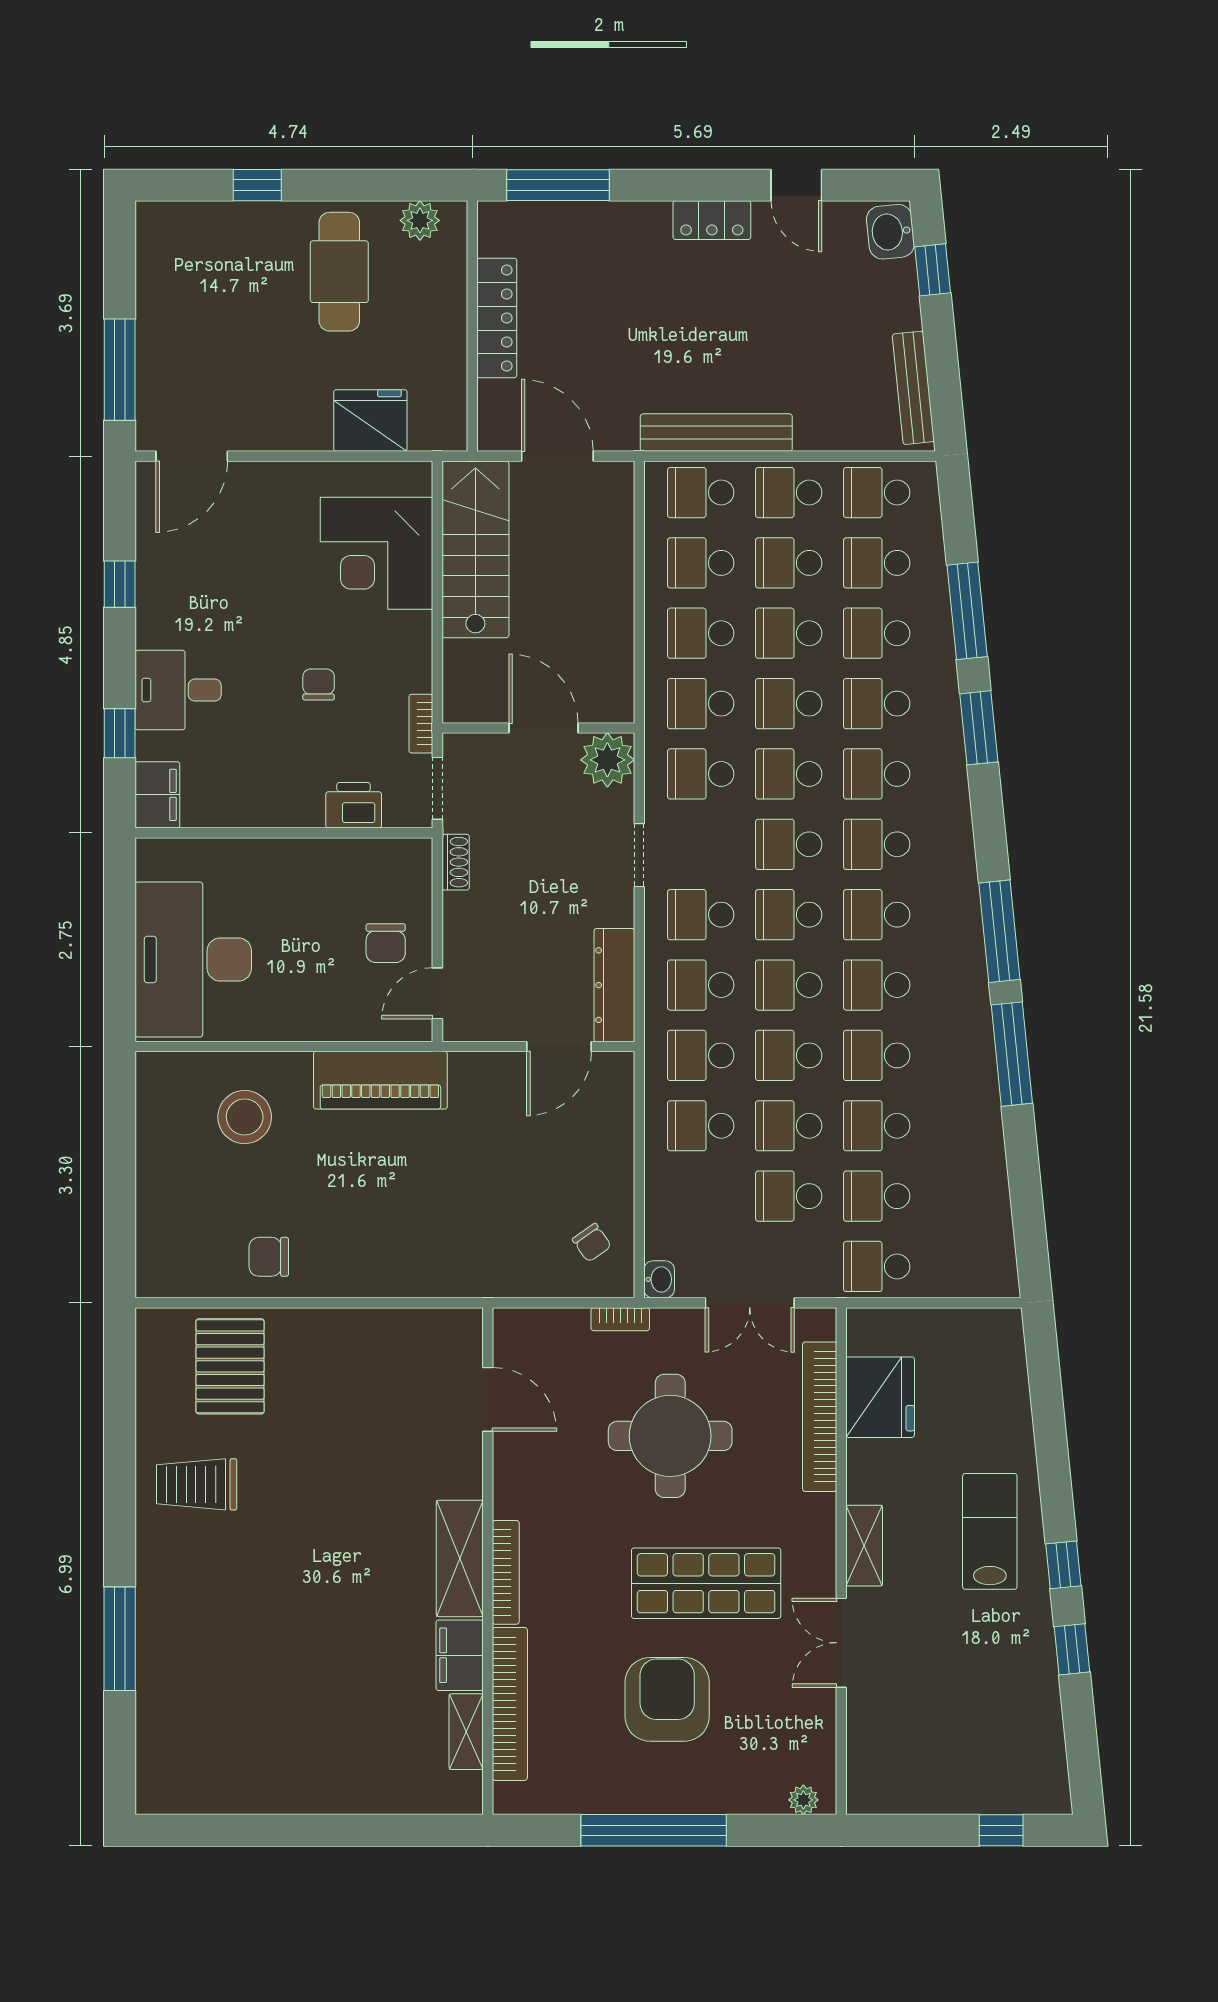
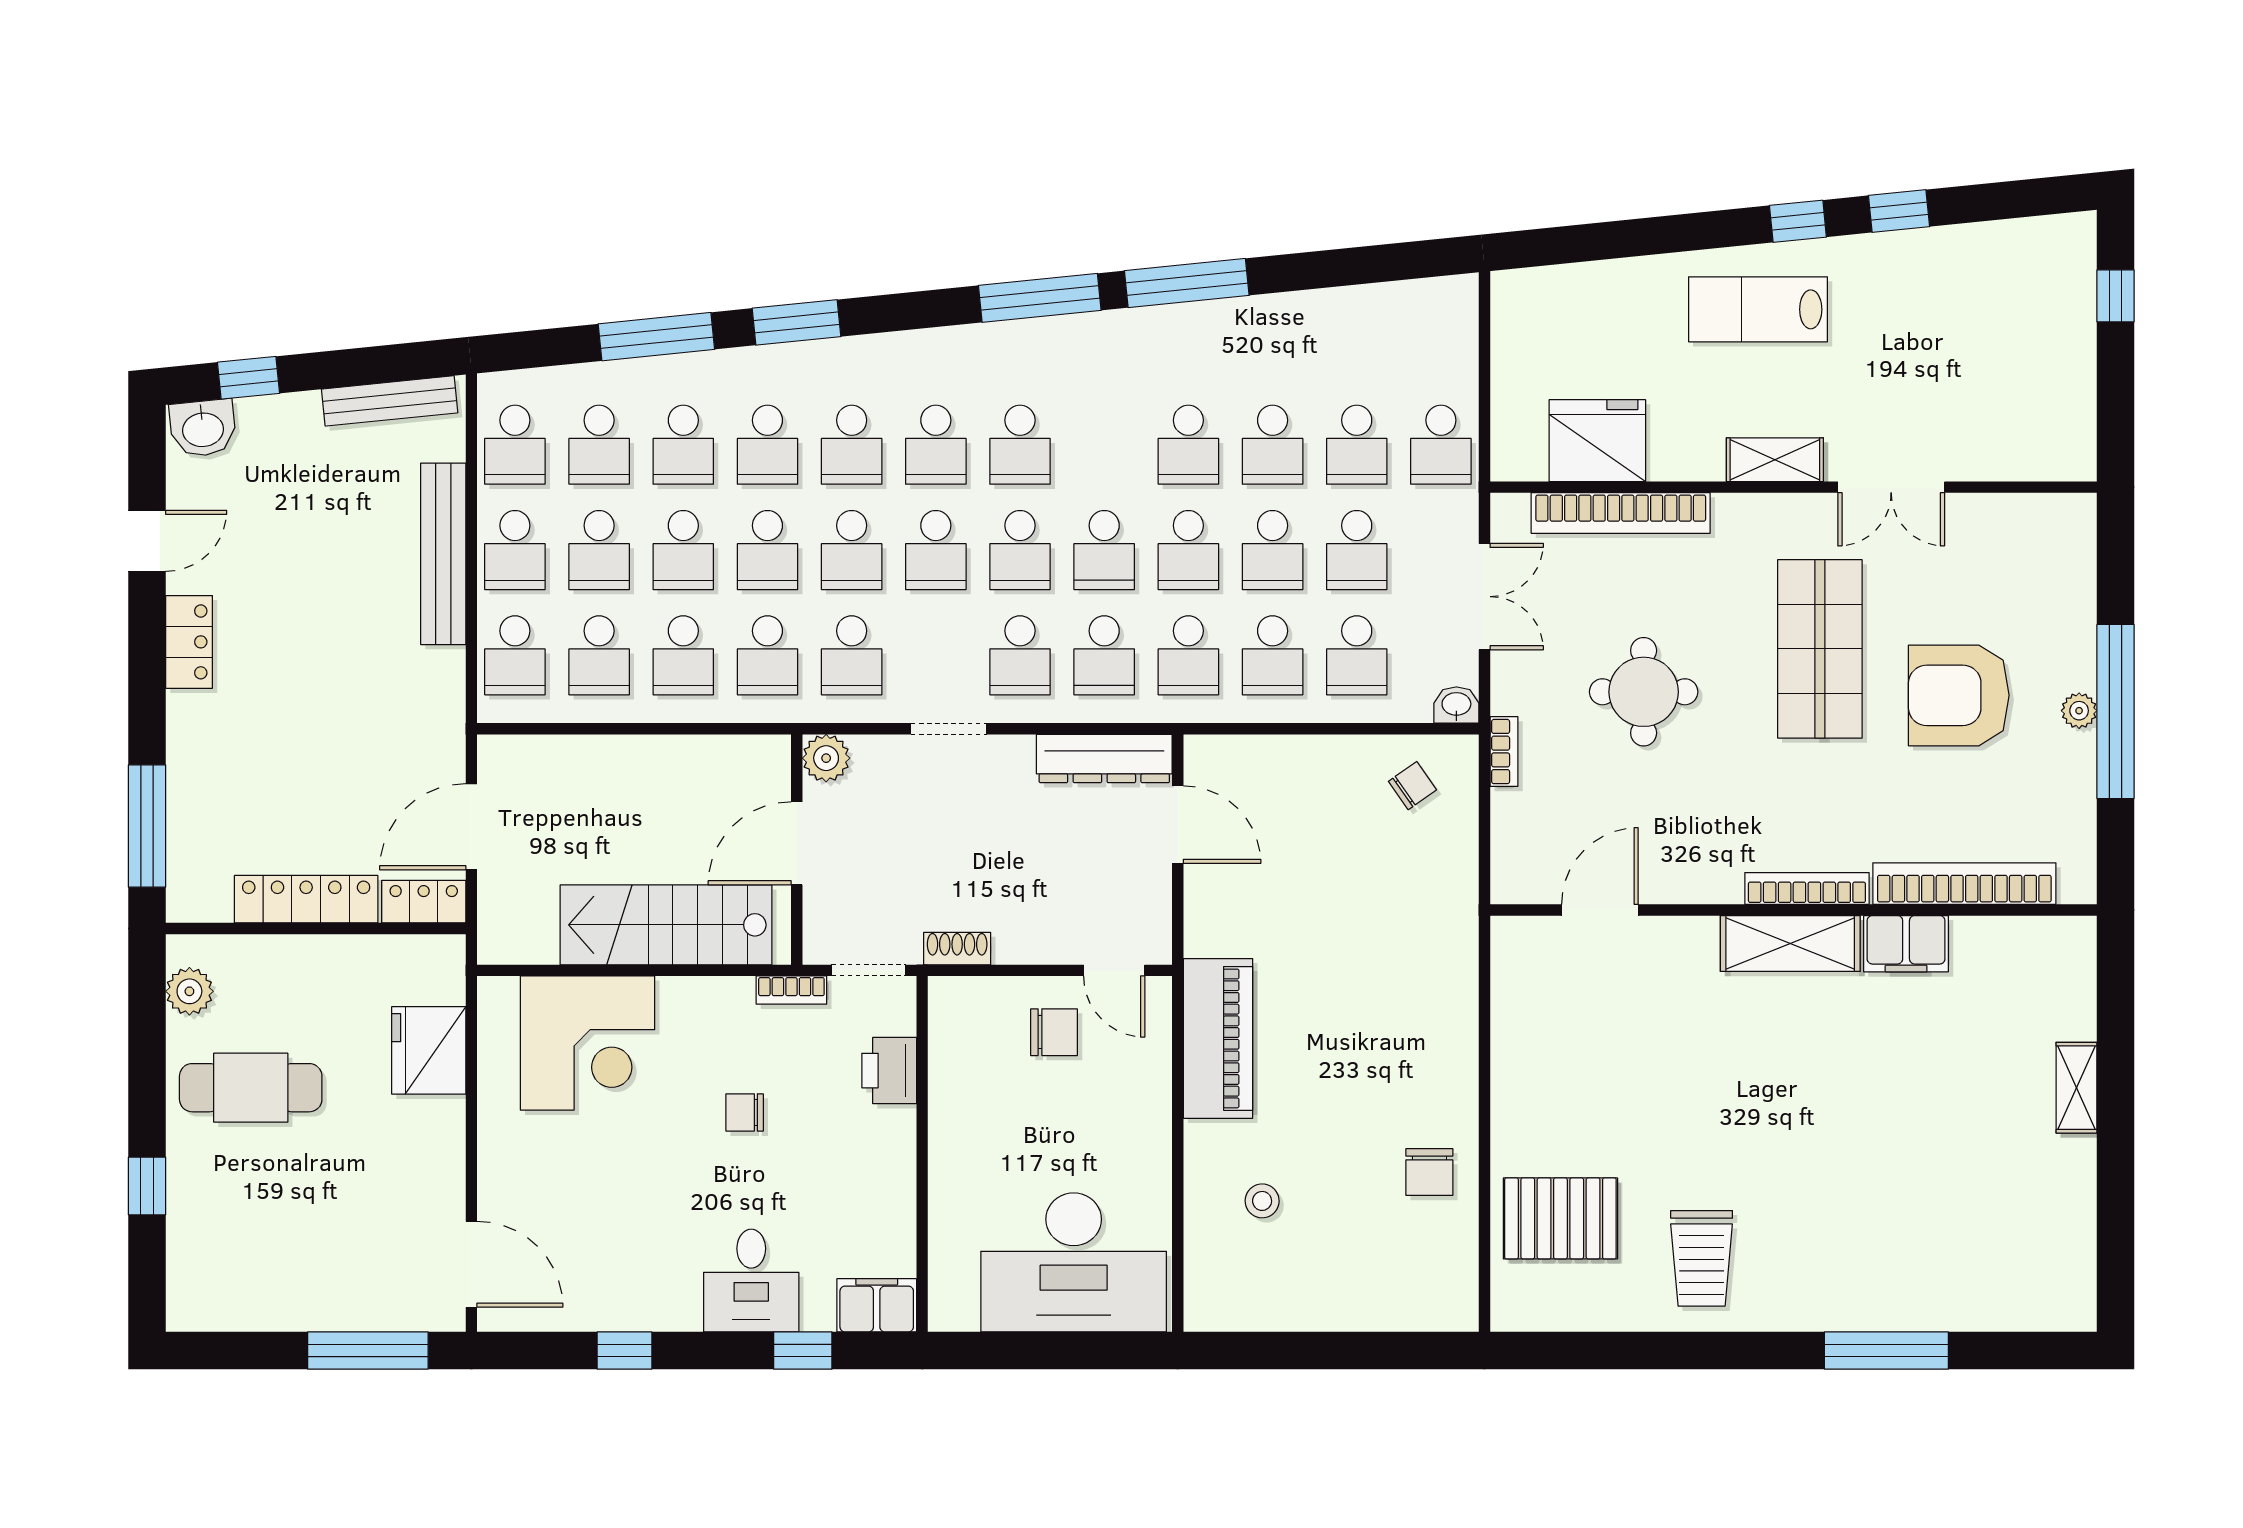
locker: (495, 416) -> (424, 902), added
bench: (716, 433) -> (443, 554), moved
stairs: (475, 549) -> (666, 925), moved
plant: (607, 760) -> (826, 758), width x0.73, depth x0.73
school desk: (877, 985) -> (1357, 655), moved
stool: (245, 1117) -> (1262, 1201), width x0.53, depth x0.53
round table: (670, 1436) -> (1644, 692), width x0.73, depth x0.73
shelving: (466, 1732) -> (2076, 1088), moved, turned 90
plant: (803, 1800) -> (2079, 711), moved

